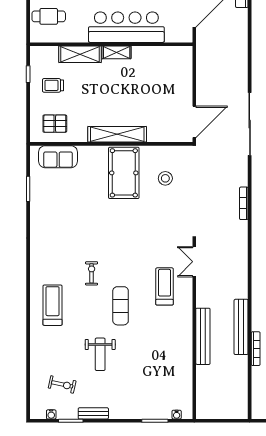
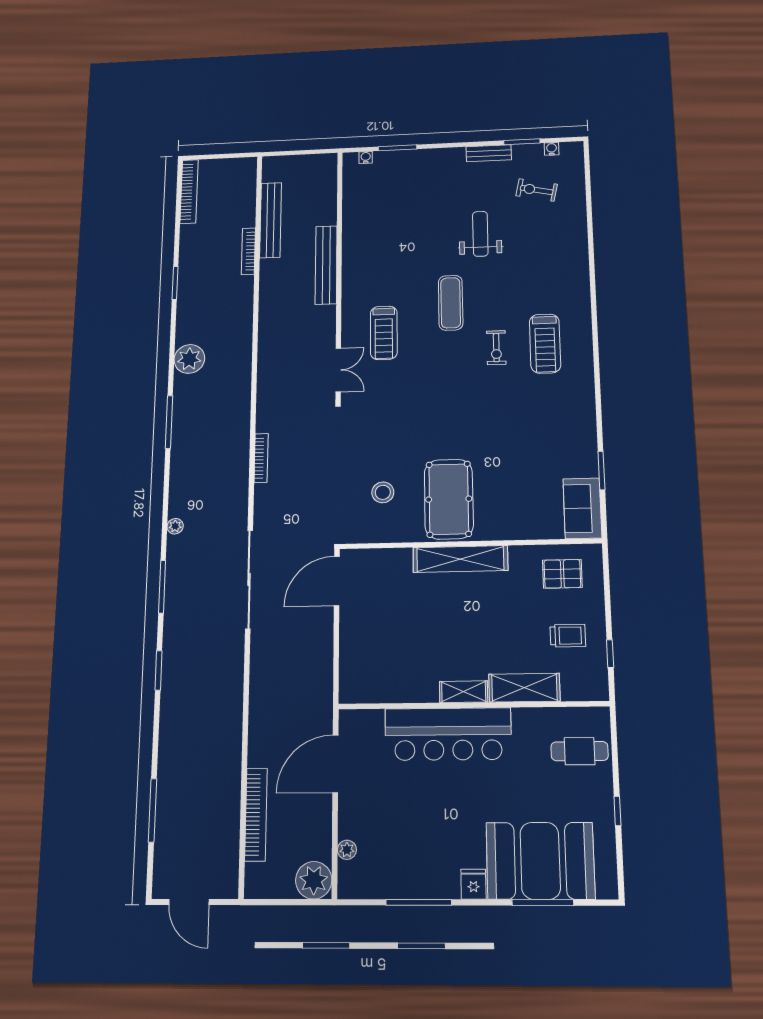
sofa: (58, 157) -> (582, 508), moved, turned -90
treadmill: (53, 305) -> (545, 344), moved
bench: (241, 327) -> (271, 220), moved

